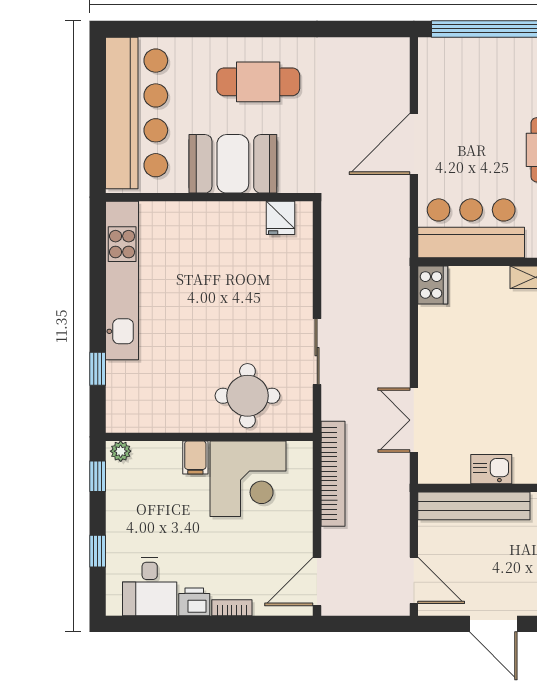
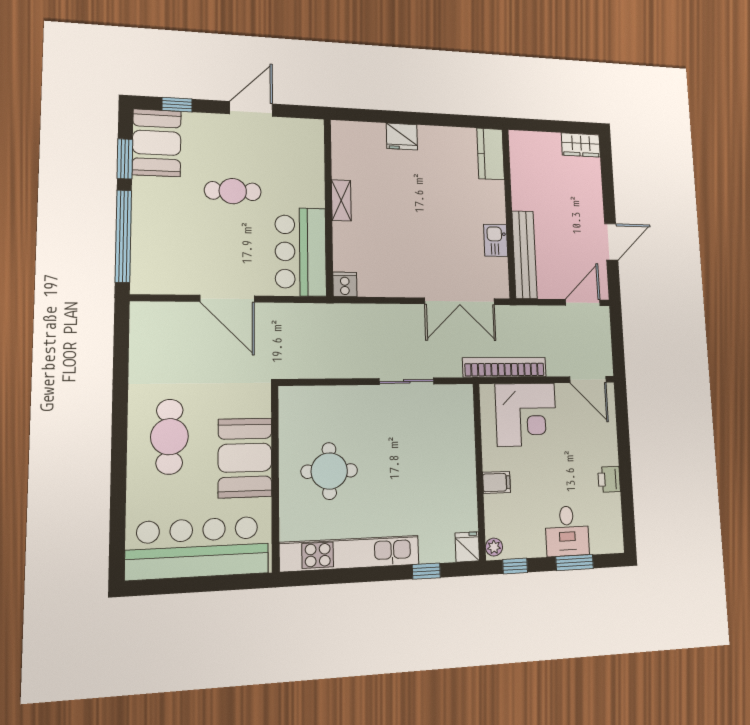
fridge: (280, 218) -> (467, 547), moved, turned -90
cooker: (433, 285) -> (345, 284), width x0.73
round table: (247, 396) -> (329, 471), moved
double door: (414, 420) -> (460, 301), width x1.37
corner desk: (248, 479) -> (526, 415), moved, turned 90
window: (98, 551) -> (575, 562), width x1.50
desk: (150, 587) -> (567, 531), moved, turned 90
bookcase: (232, 608) -> (612, 448), removed

